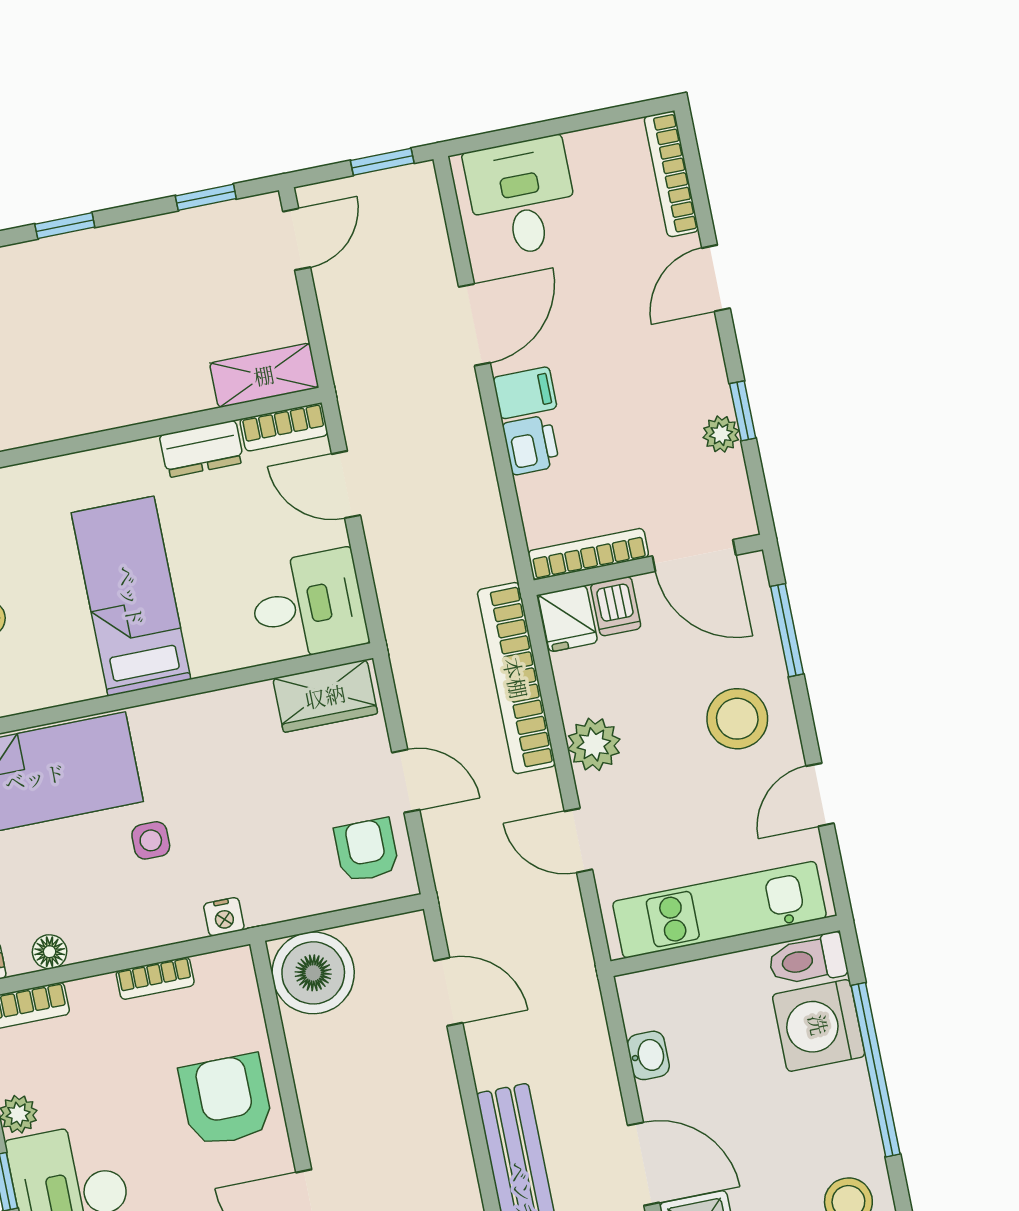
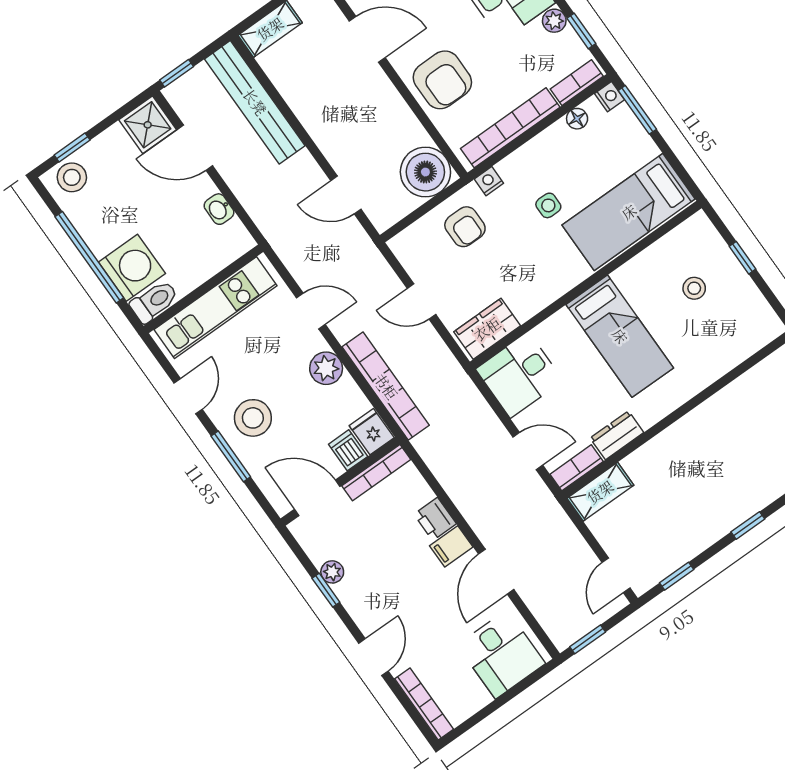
window: (787, 630) -> (231, 456), moved
armchair: (367, 850) -> (465, 227), moved
bookcase: (155, 978) -> (510, 128), width x2.31, depth x1.31

